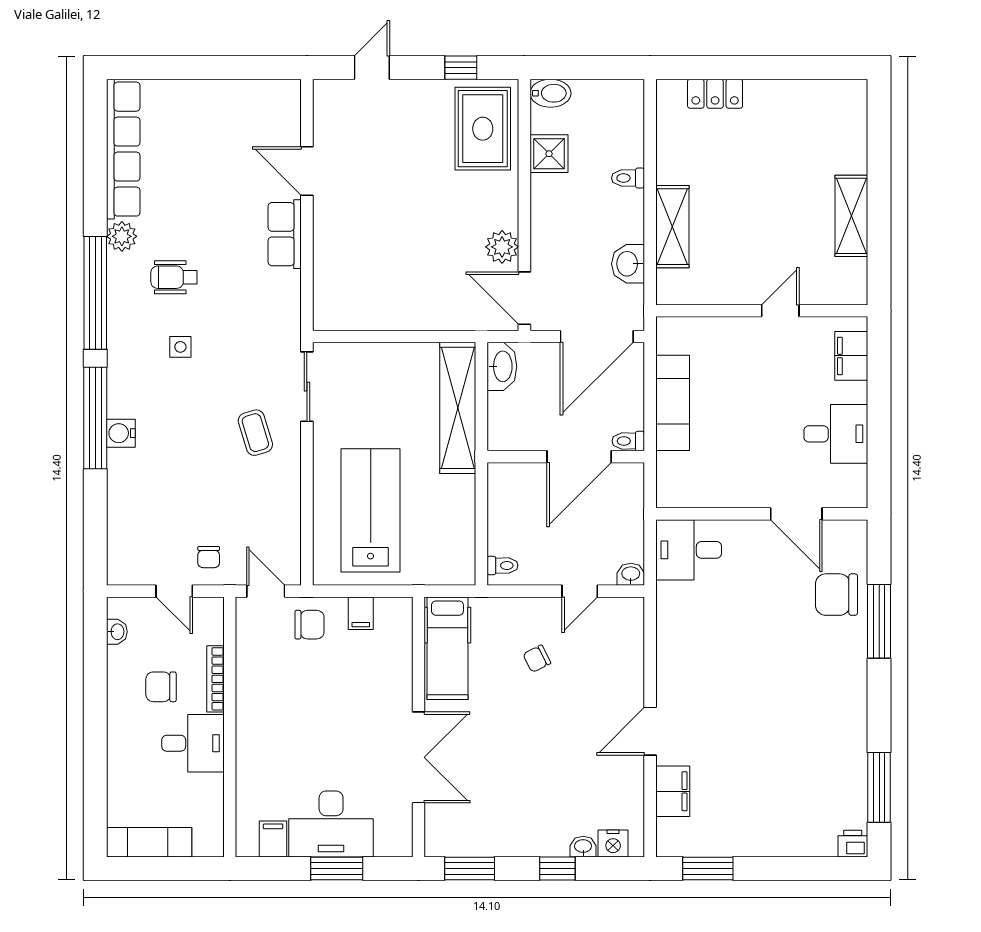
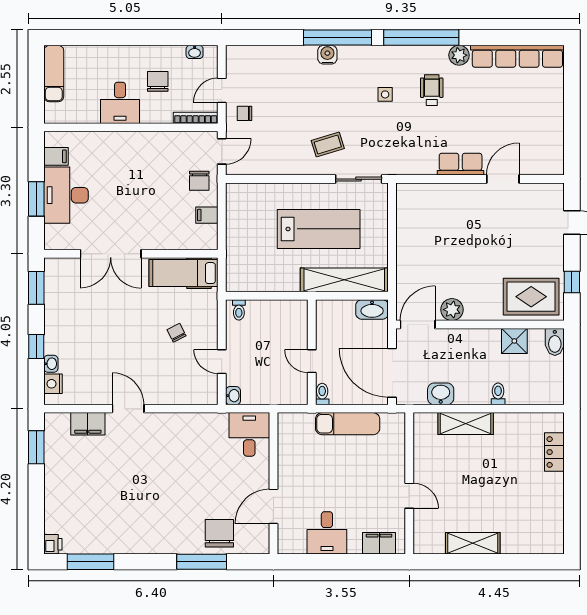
door: (579, 457) -> (312, 361), width x0.53
lab bench: (371, 510) -> (319, 229), moved
bookcase: (215, 679) -> (196, 118), moved

